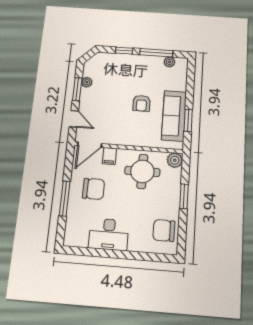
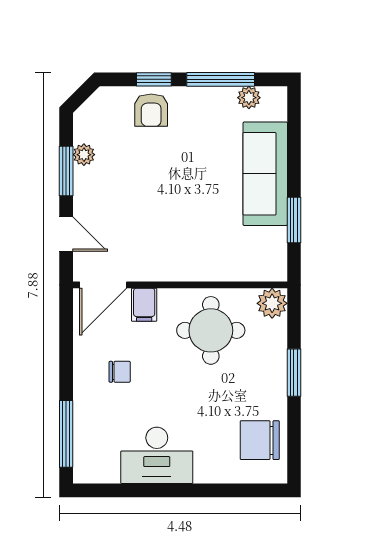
armchair: (142, 103) -> (151, 110), moved
sofa: (174, 116) -> (265, 174), moved
chair: (93, 189) -> (120, 372), width x0.54, depth x0.54
window: (65, 198) -> (66, 434), moved

